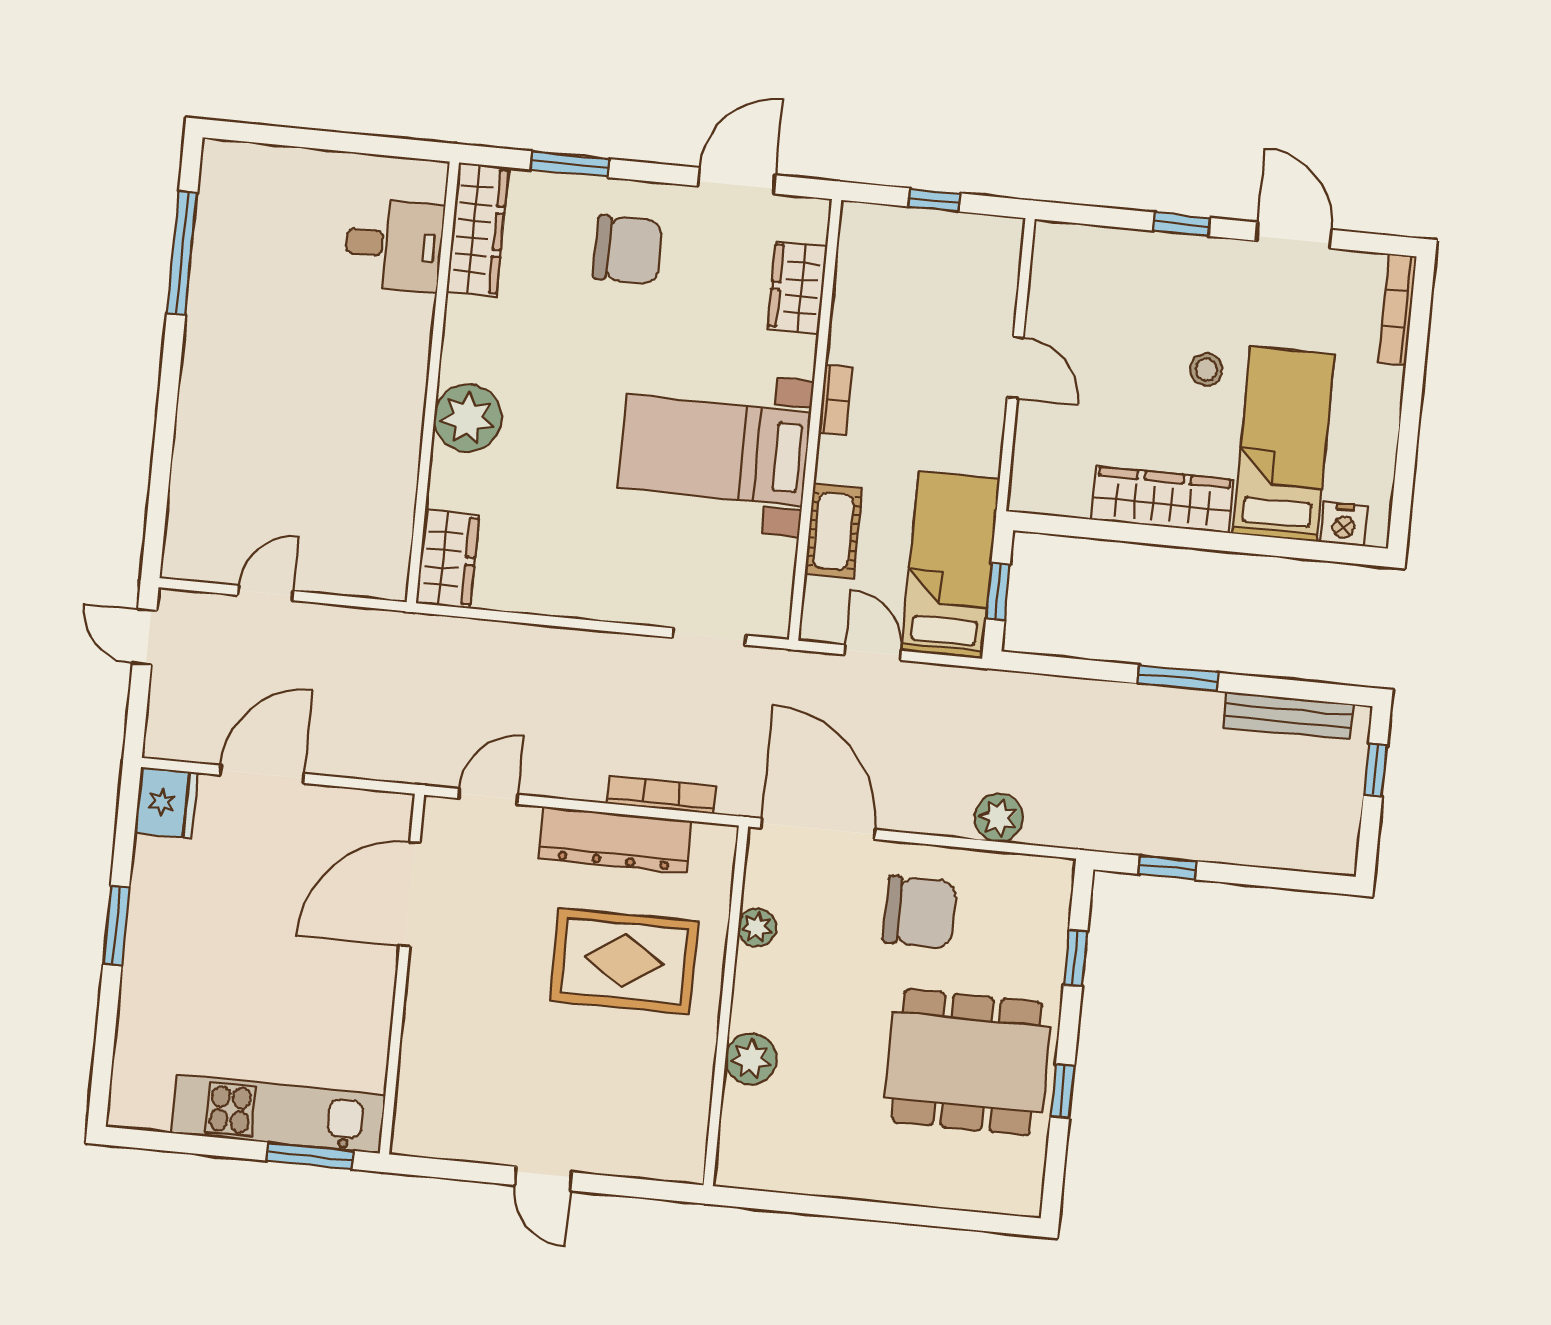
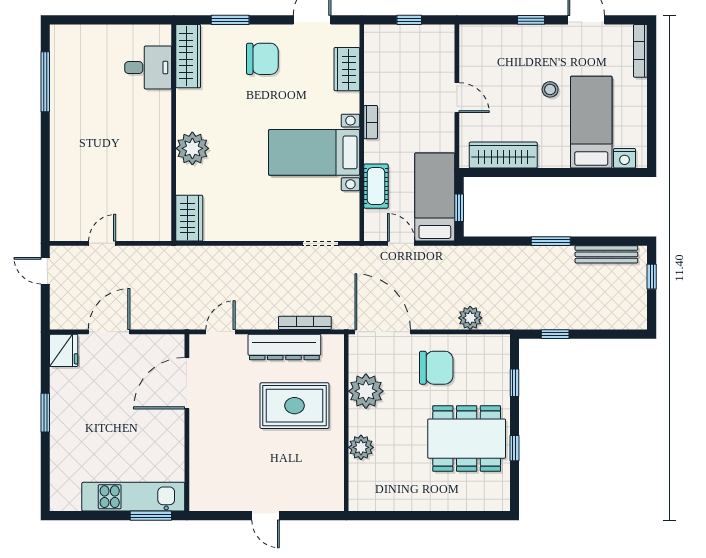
wardrobe: (1162, 500) -> (503, 155), moved
plant: (757, 928) -> (366, 391), width x1.87, depth x1.87

